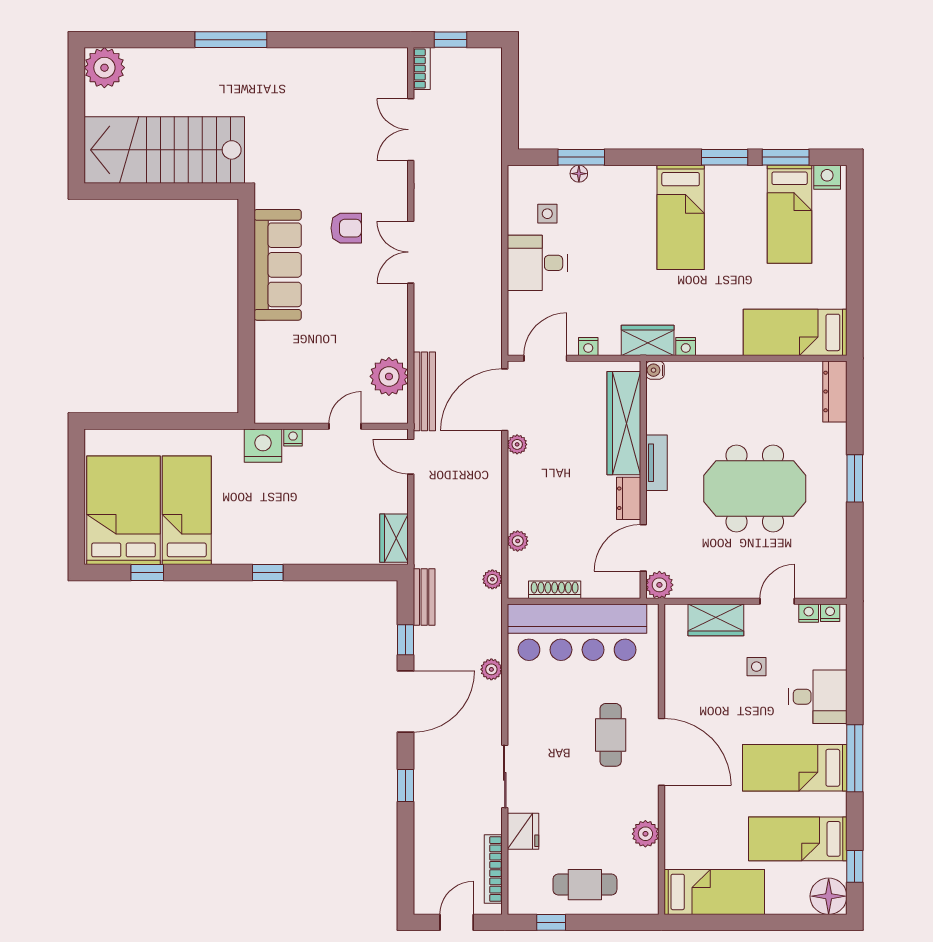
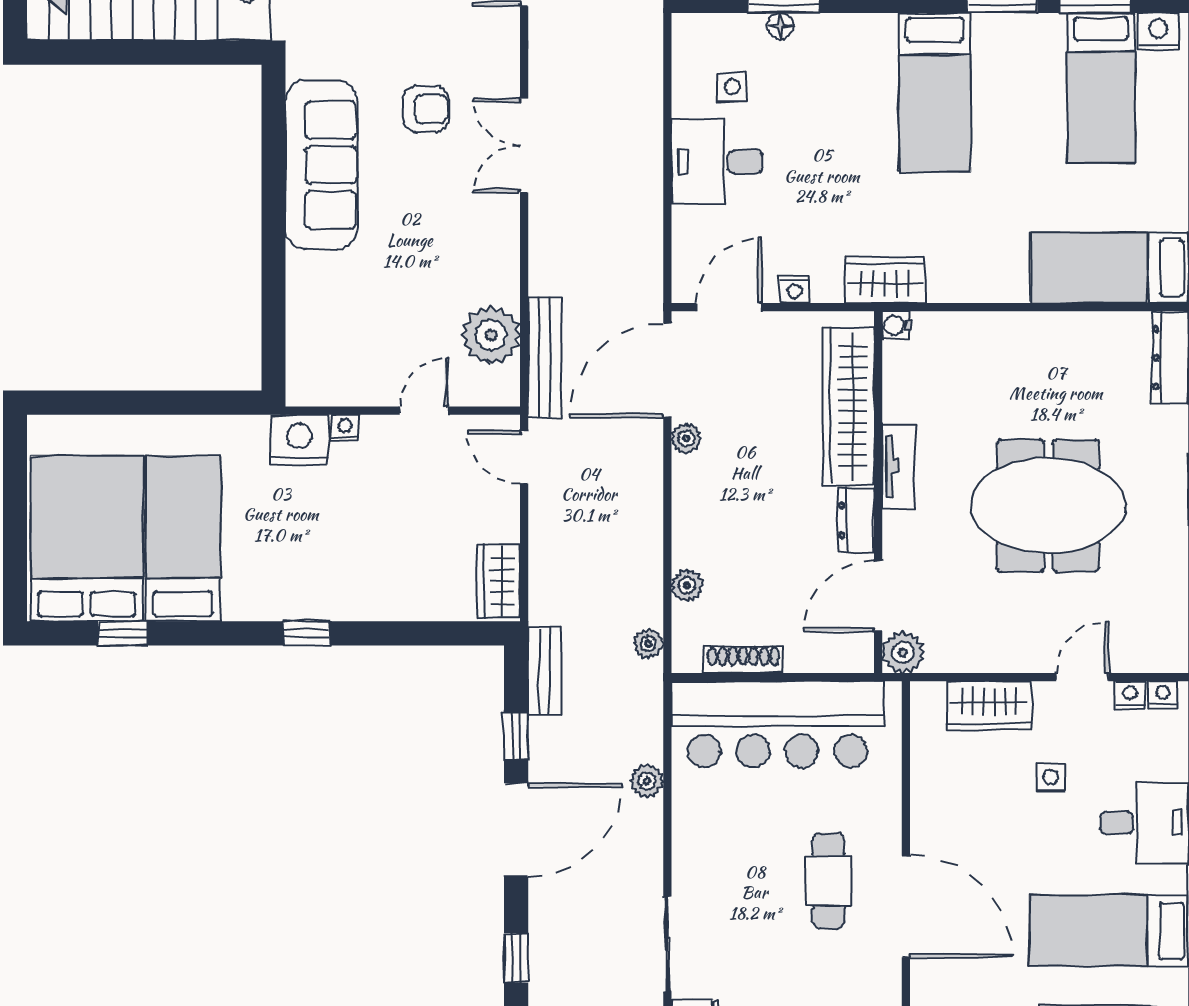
nightstand: (686, 346) -> (943, 289), removed

